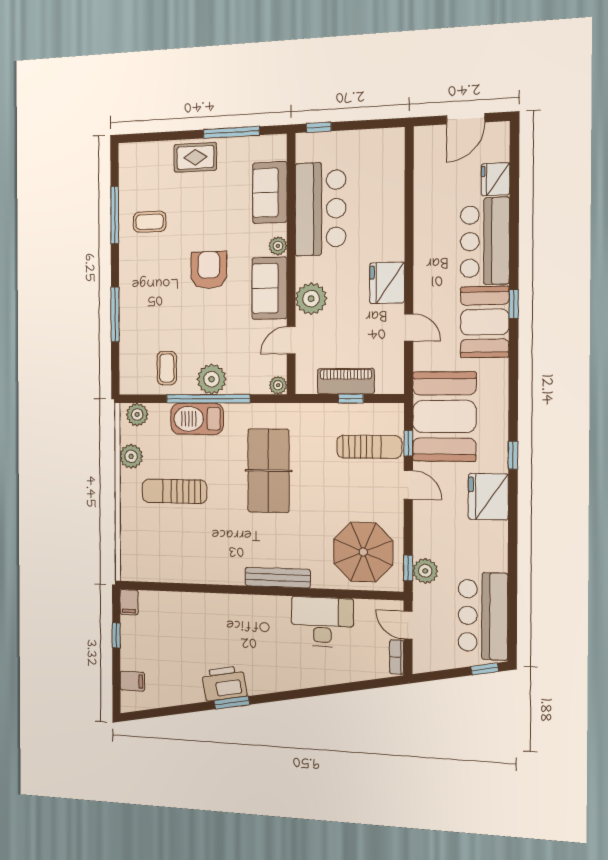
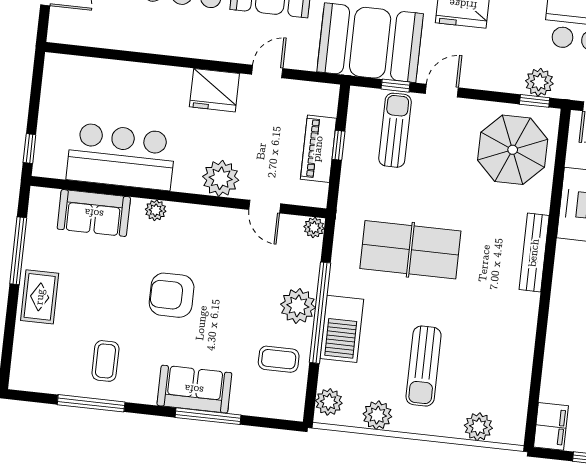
sofa: (269, 288) -> (194, 389), moved, turned 180
plant: (131, 542) -> (478, 427), added
filing cabinet: (129, 602) -> (551, 426), width x2.00

